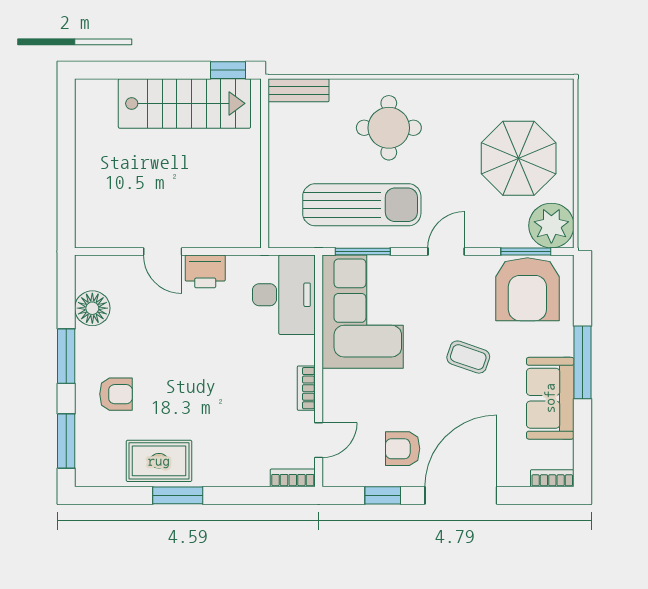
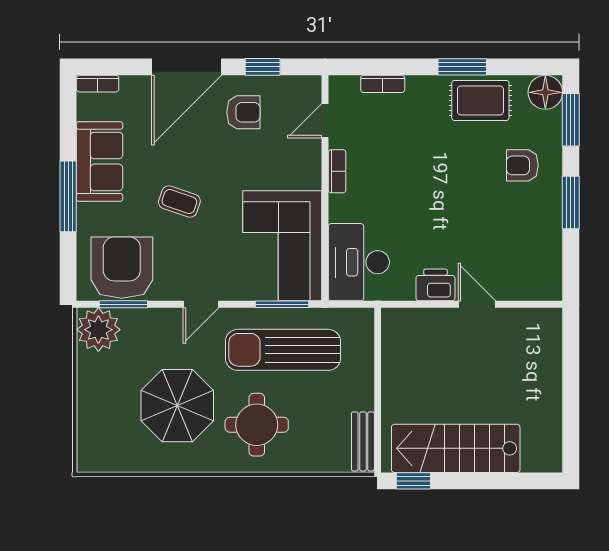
bench: (299, 90) -> (363, 441), moved, turned 90
parasol: (519, 158) -> (177, 406), moved
floor lamp: (92, 308) -> (545, 92), moved
bookcase: (293, 478) -> (383, 84), moved

